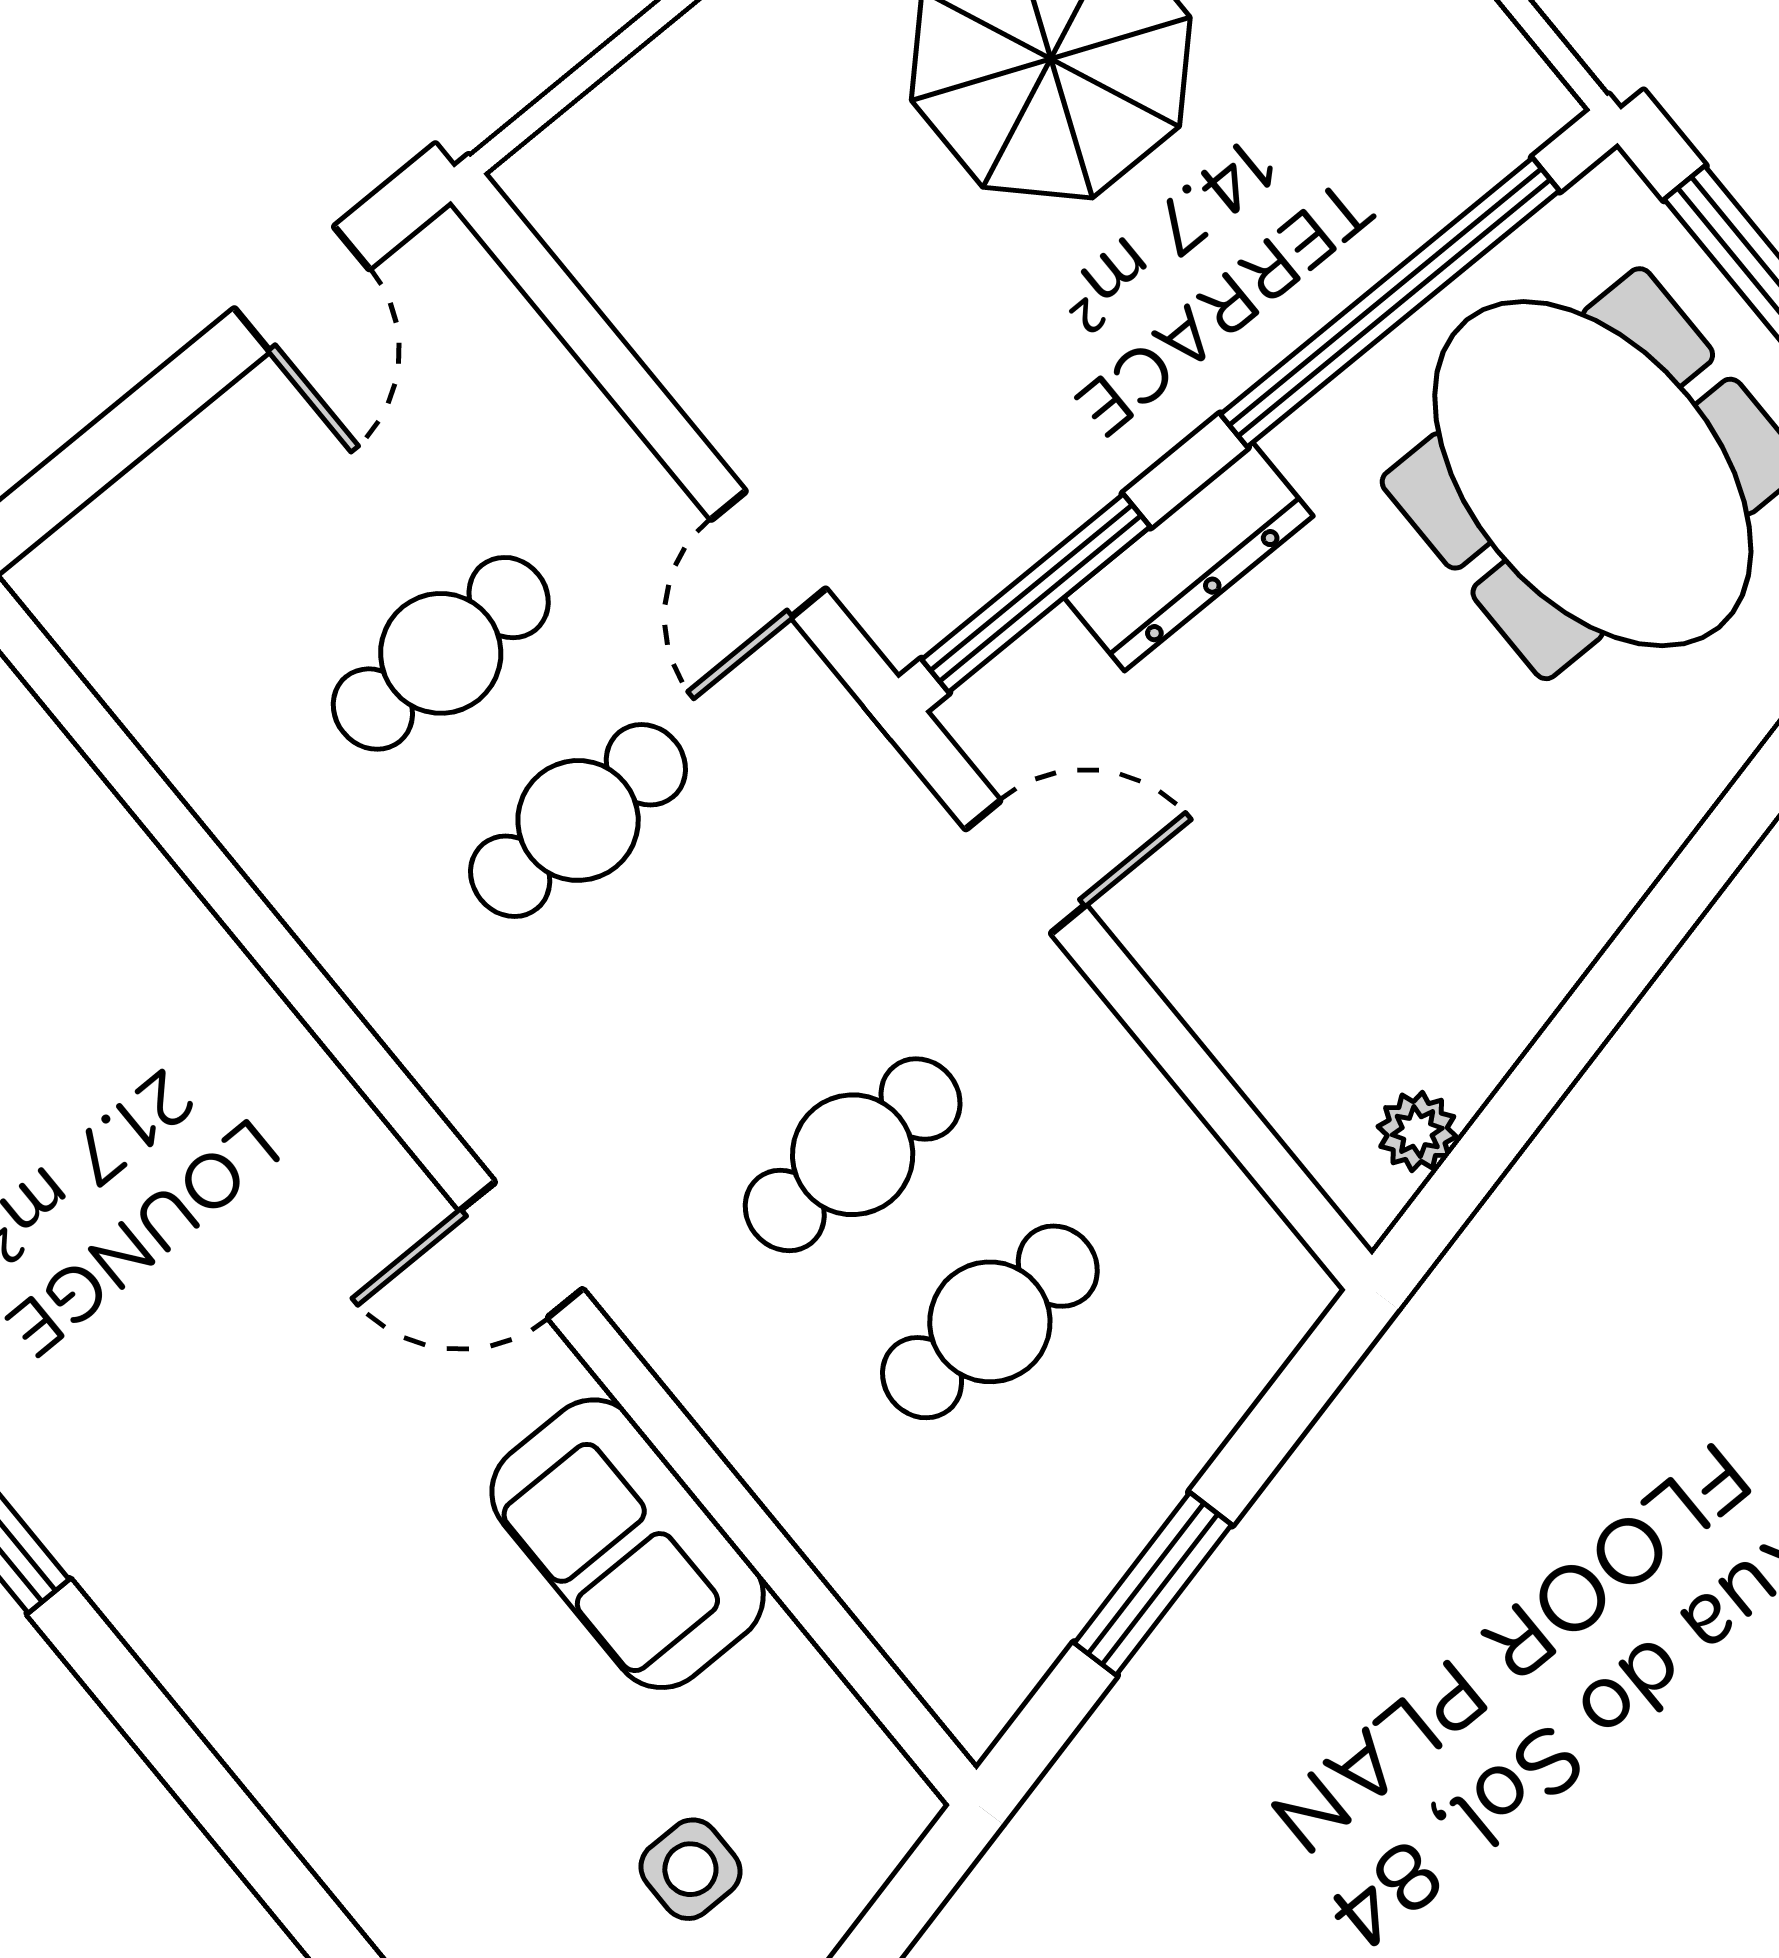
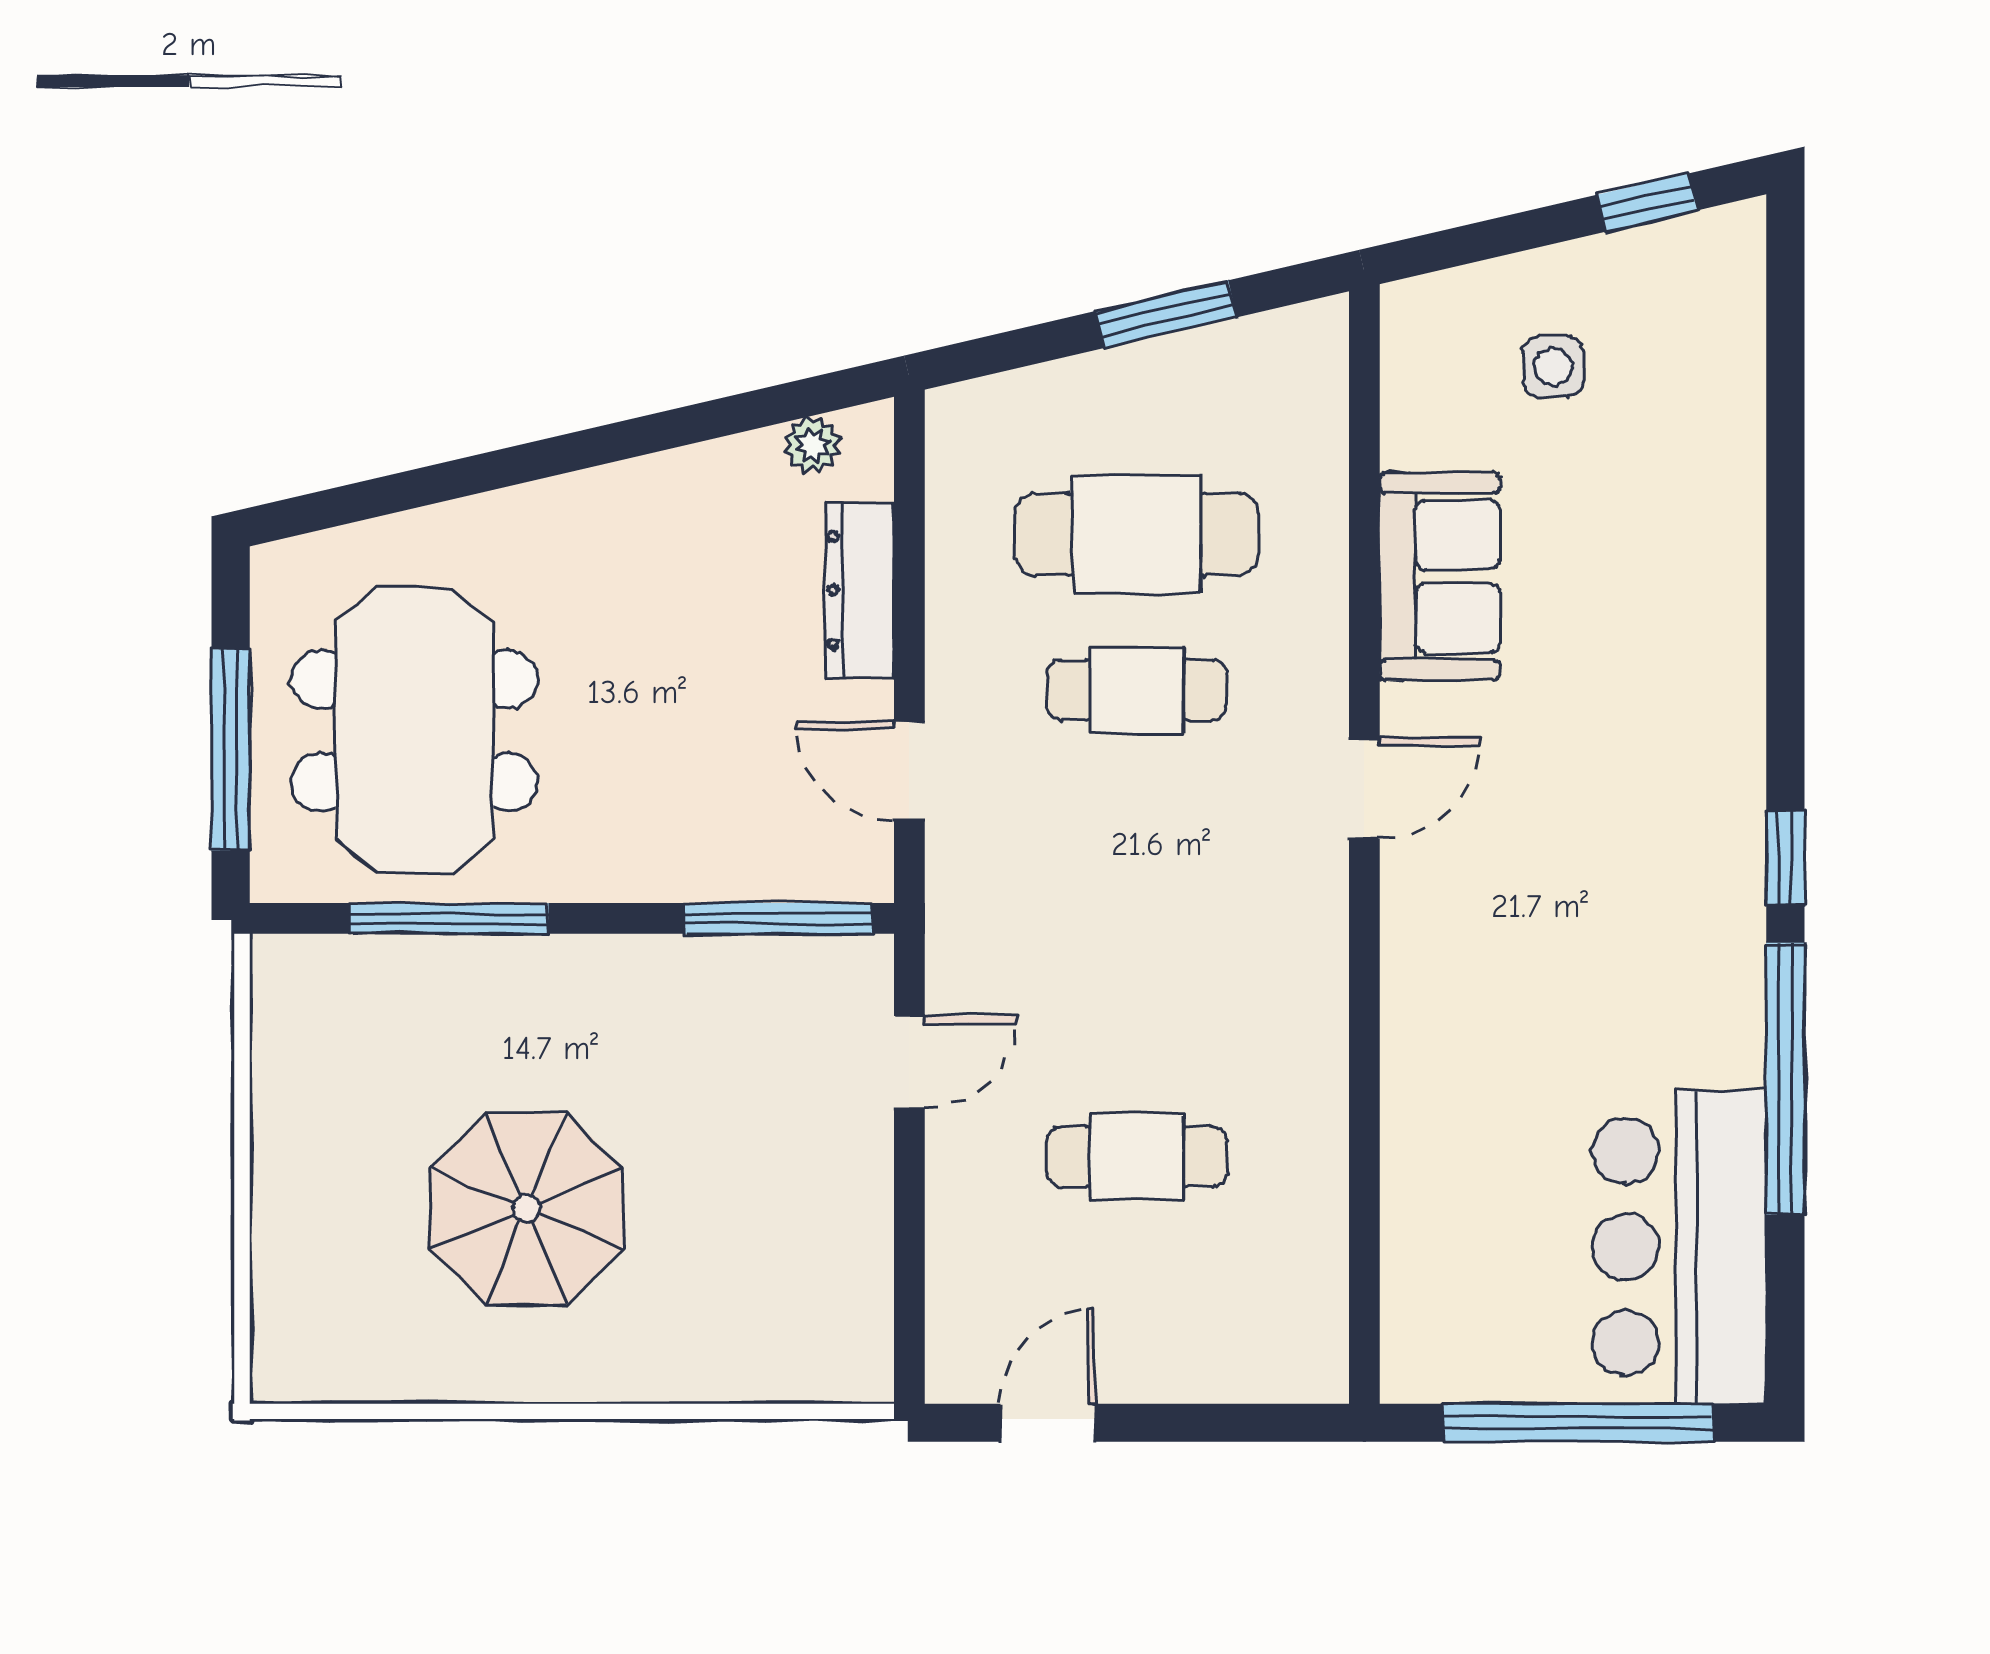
window: (1390, 302) -> (449, 918), width x0.68
dresser: (1189, 557) -> (860, 590), moved, turned -90
cafe table: (578, 820) -> (1137, 1001), removed
door: (521, 1250) -> (1364, 788), hinge flipped
cafe table: (990, 1322) -> (1137, 534), width x1.37, depth x1.35

